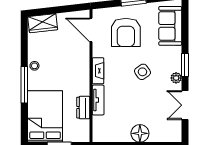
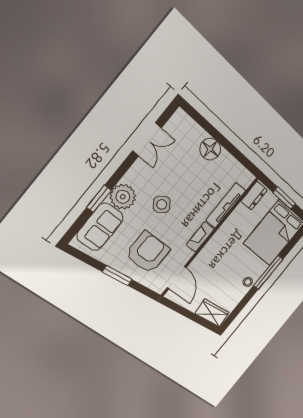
window: (185, 65) -> (99, 199), moved
plant: (176, 78) -> (123, 197), moved, width x1.87, depth x1.87
tv unit: (98, 100) -> (226, 205), width x1.41
dresser: (83, 108) -> (254, 196), moved

